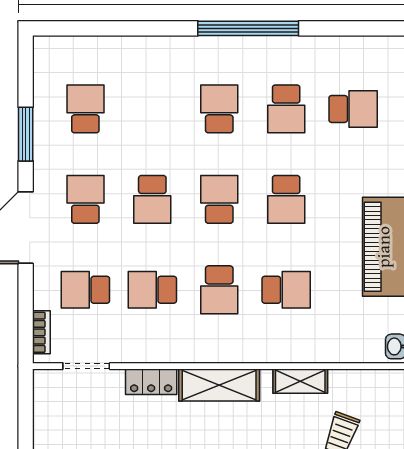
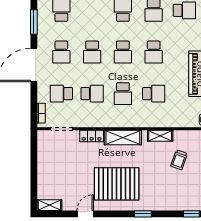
school desk: (85, 199) -> (61, 52), turned 180
school desk: (219, 199) -> (123, 52), turned 180
school desk: (152, 290) -> (92, 94), turned 180

